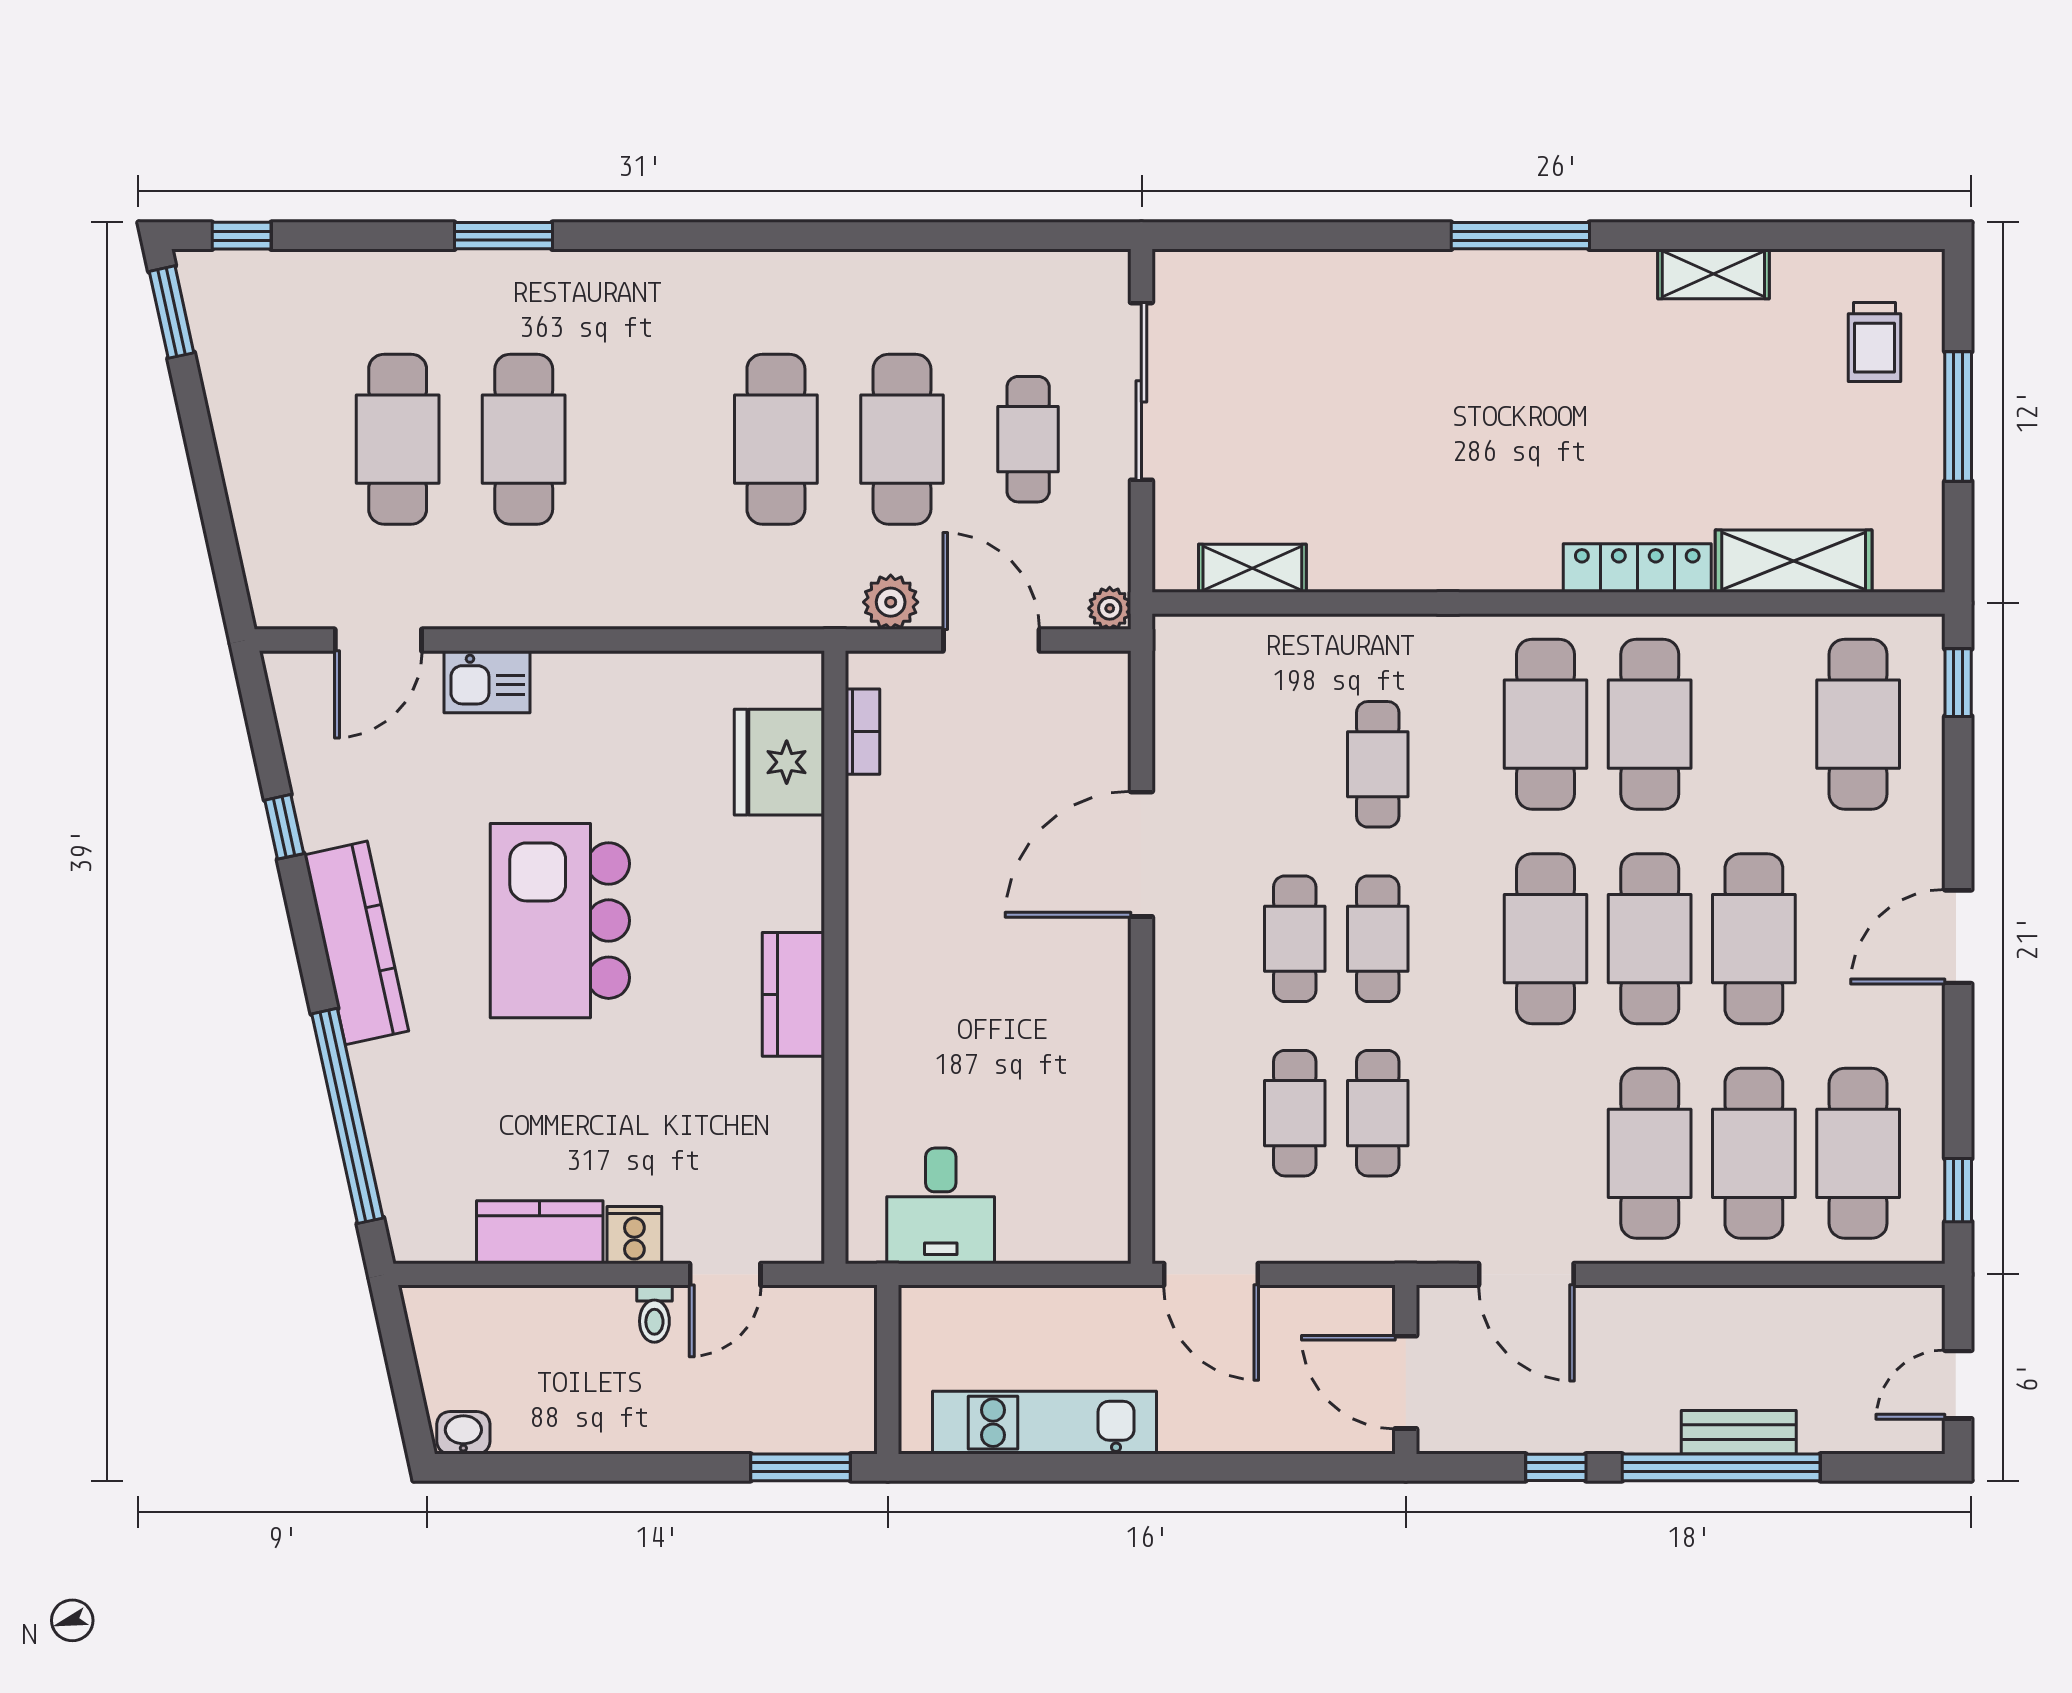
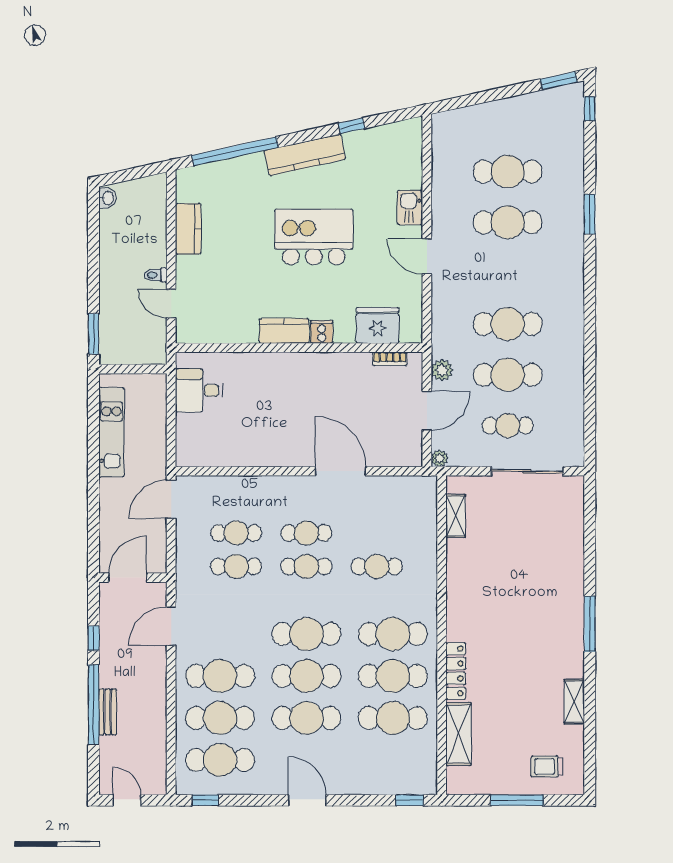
door: (378, 640) -> (427, 256), moved
cafe table: (1858, 724) -> (393, 718), moved
cooker: (634, 1235) -> (322, 332), moved, turned -90

